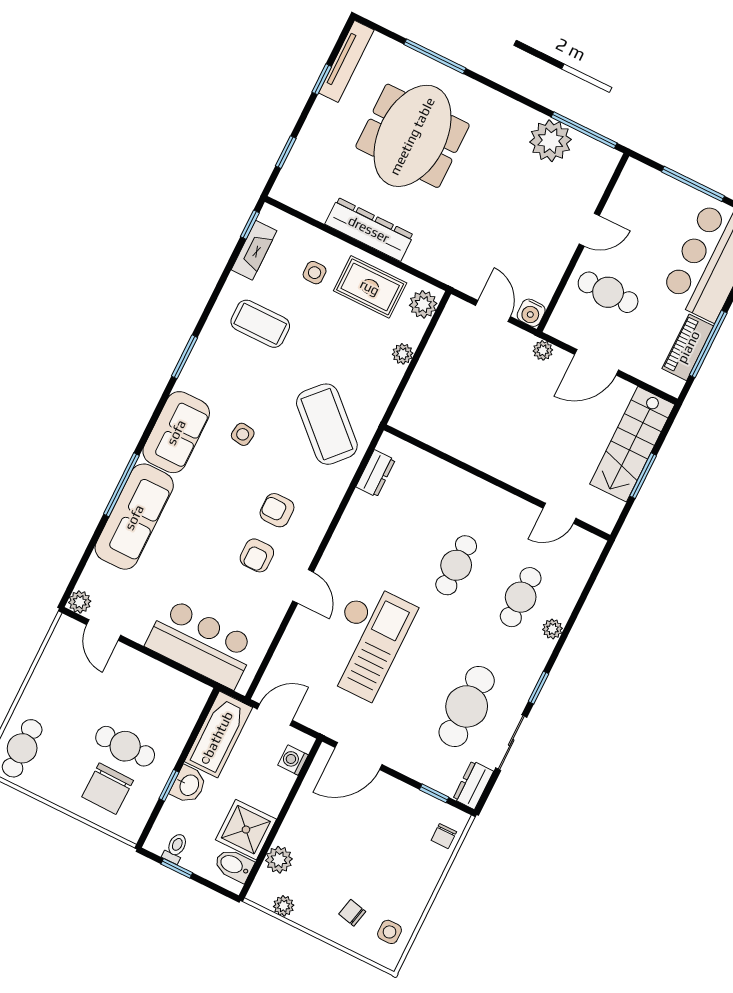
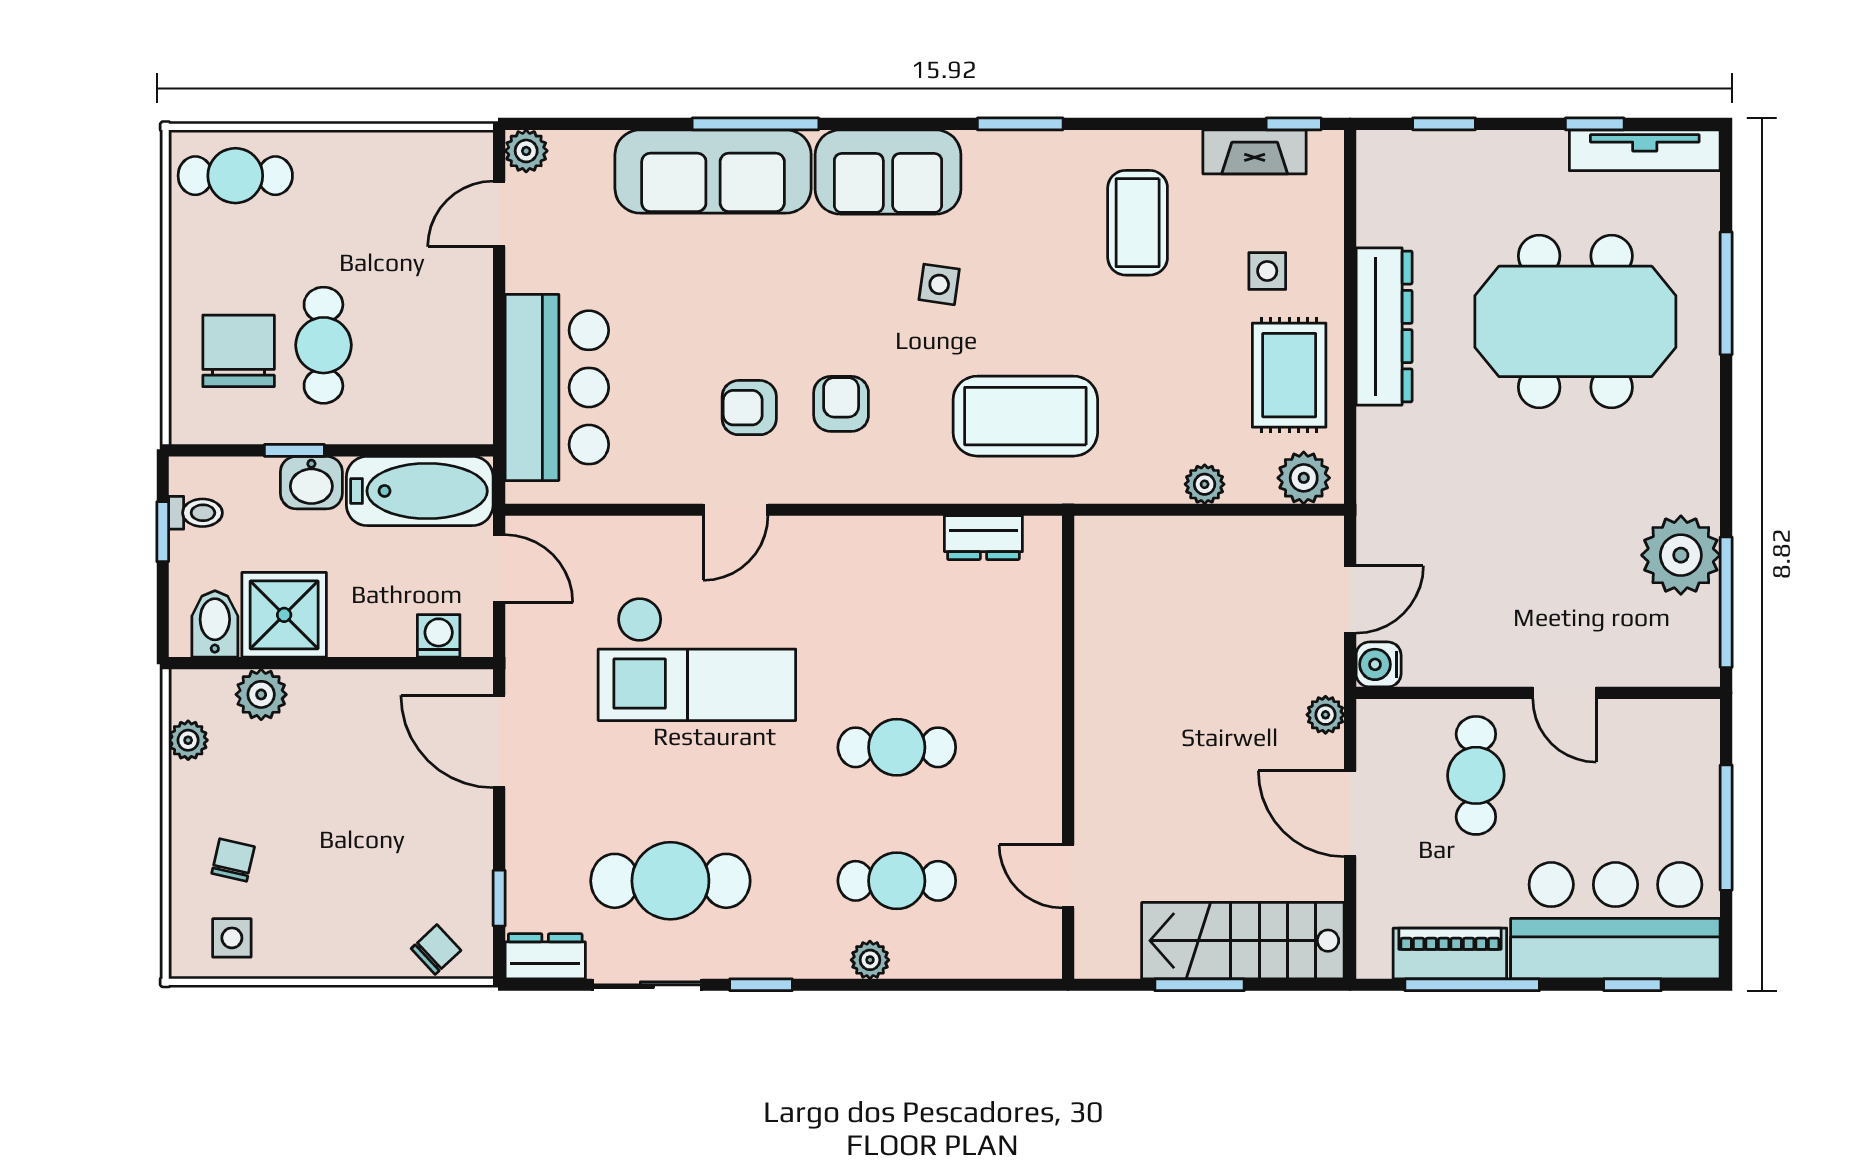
coffee table: (327, 424) -> (1025, 416), turned 47
chair: (108, 789) -> (239, 351), turned 89
chair: (444, 836) -> (436, 949), turned 137

